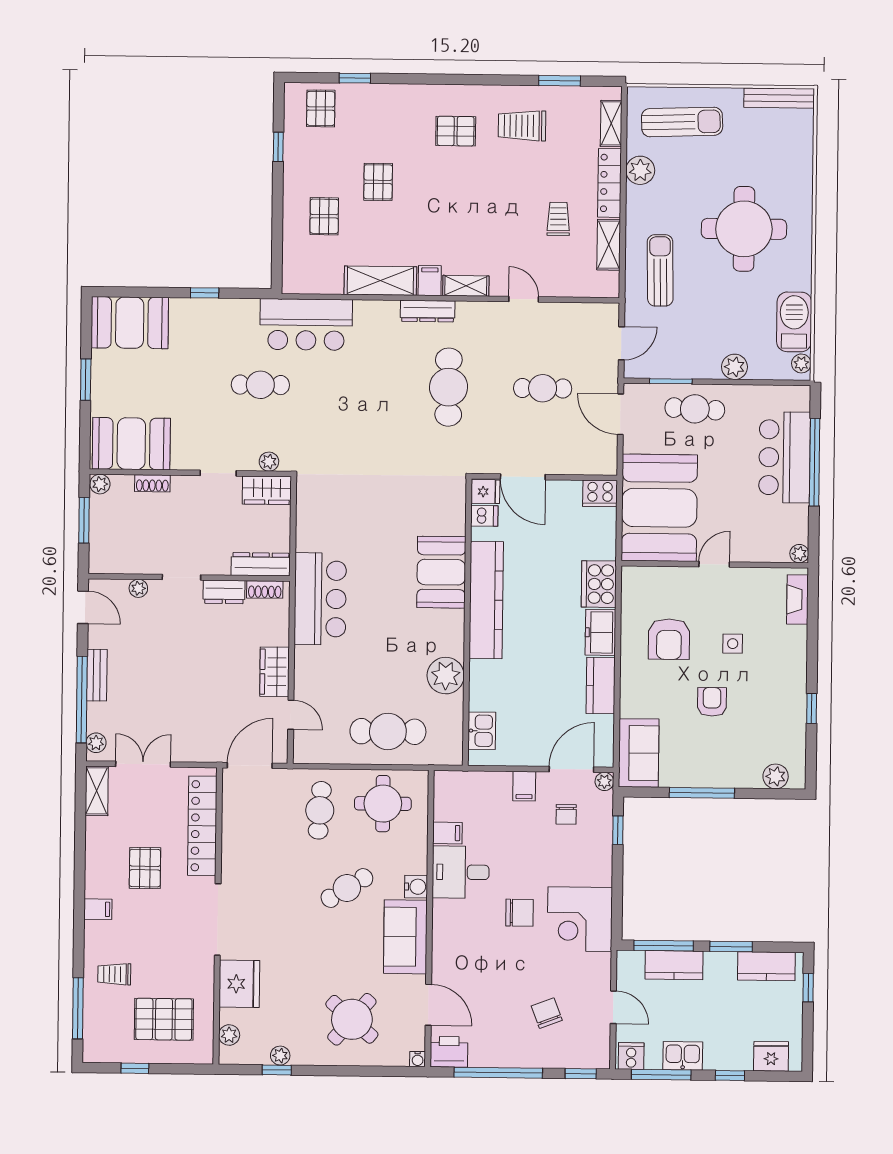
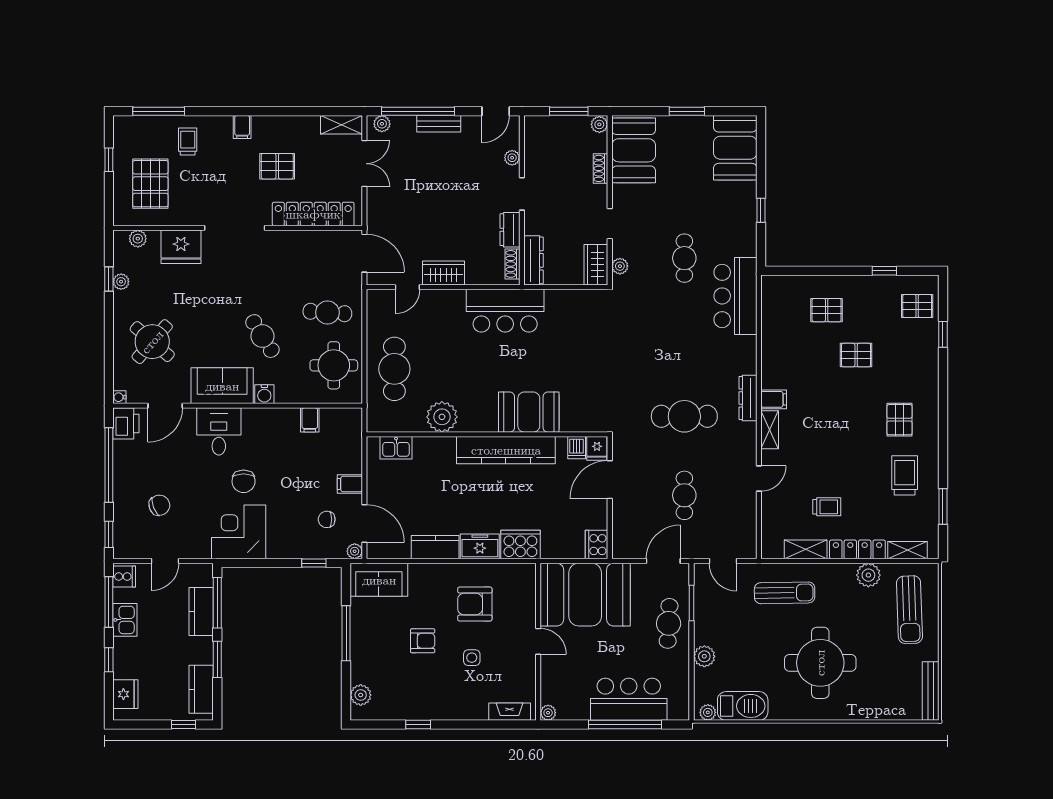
shelving: (380, 281) -> (773, 358), removed
desk: (461, 872) -> (219, 431), moved

